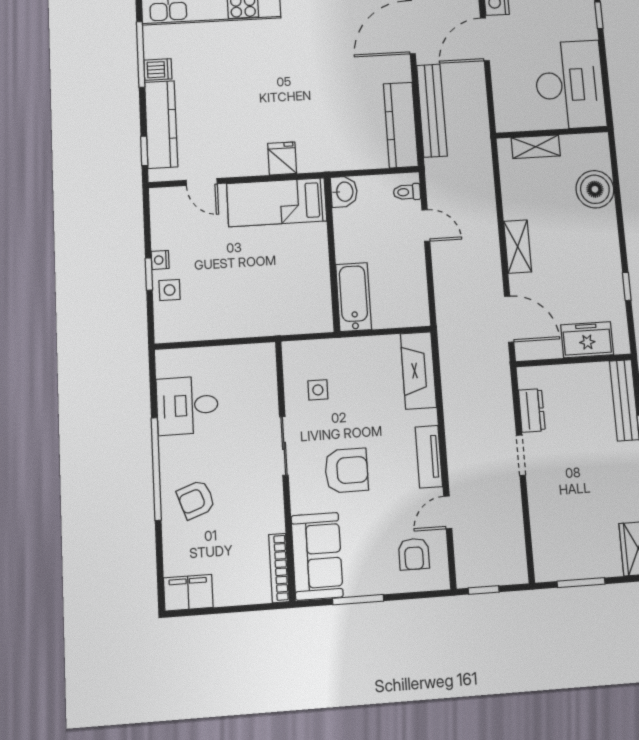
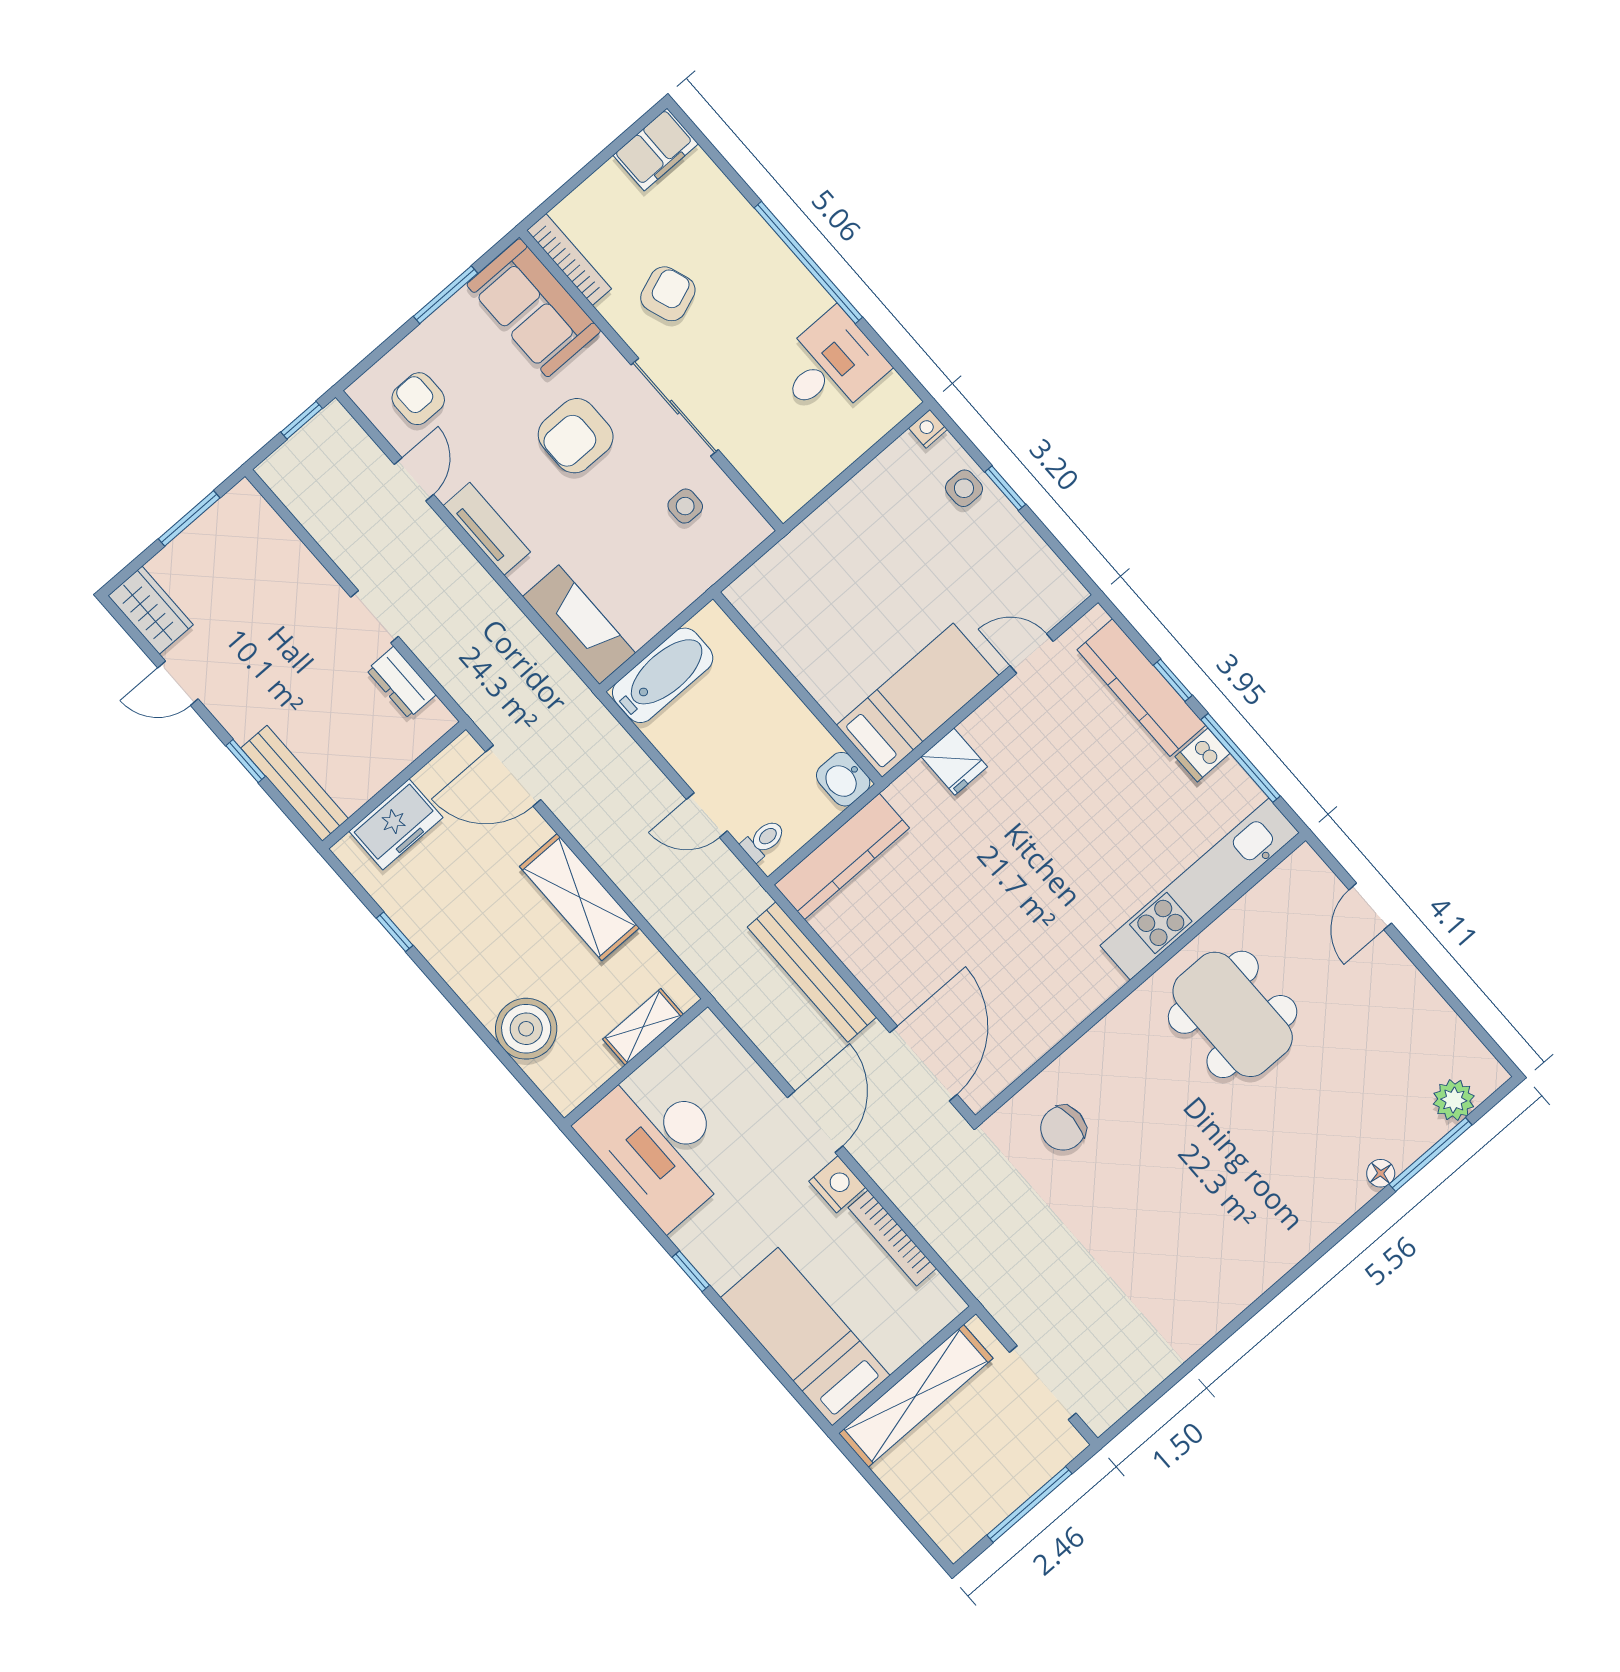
kitchen counter: (401, 125) -> (842, 856), moved, turned 90
window: (144, 151) -> (1173, 680), moved
shelving: (518, 247) -> (579, 897), width x1.50, depth x1.33
nightstand: (160, 260) -> (928, 429), moved, turned -90
bathtub: (354, 297) -> (663, 675), moved, turned -90
sliding door: (284, 446) -> (675, 407), width x1.37
armchair: (196, 500) -> (668, 294), moved

